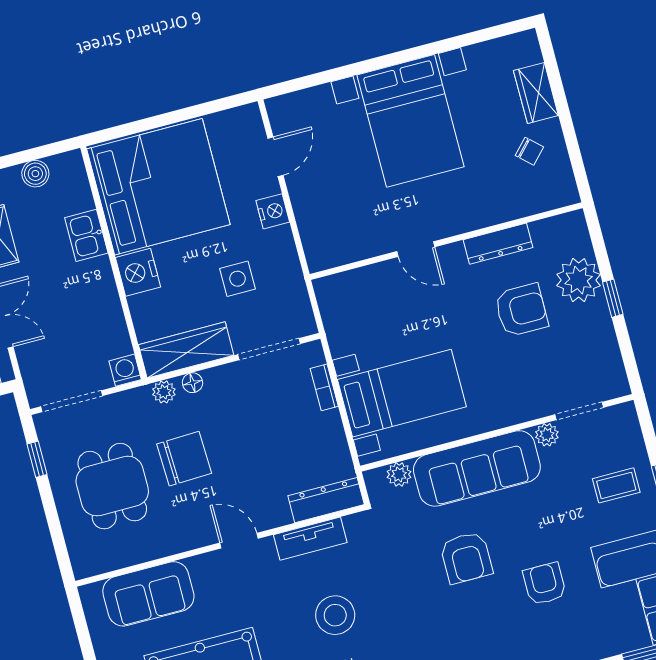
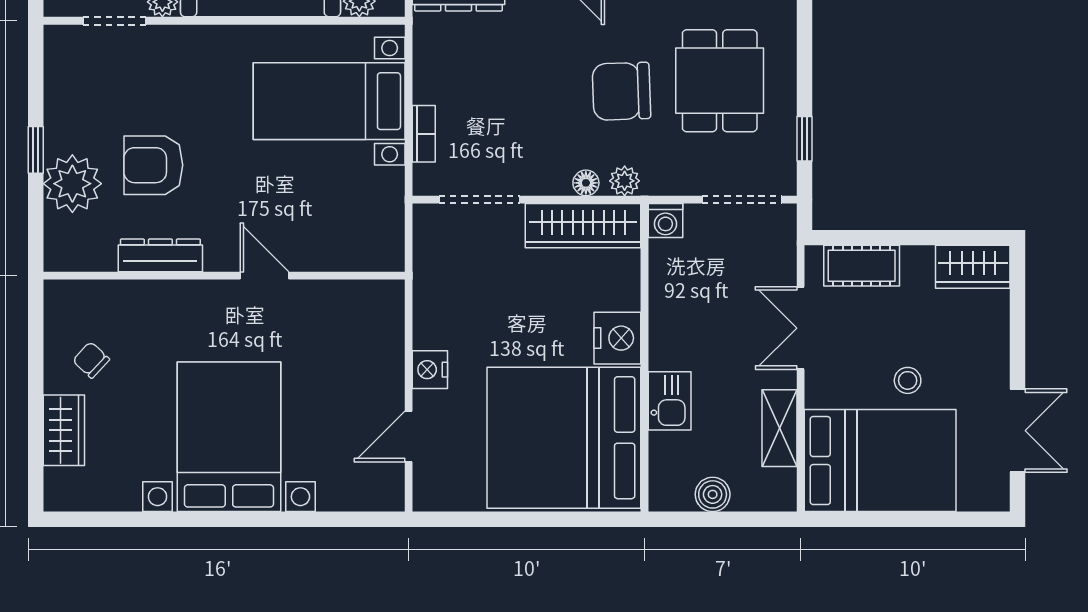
side table: (237, 279) -> (496, 297), removed

